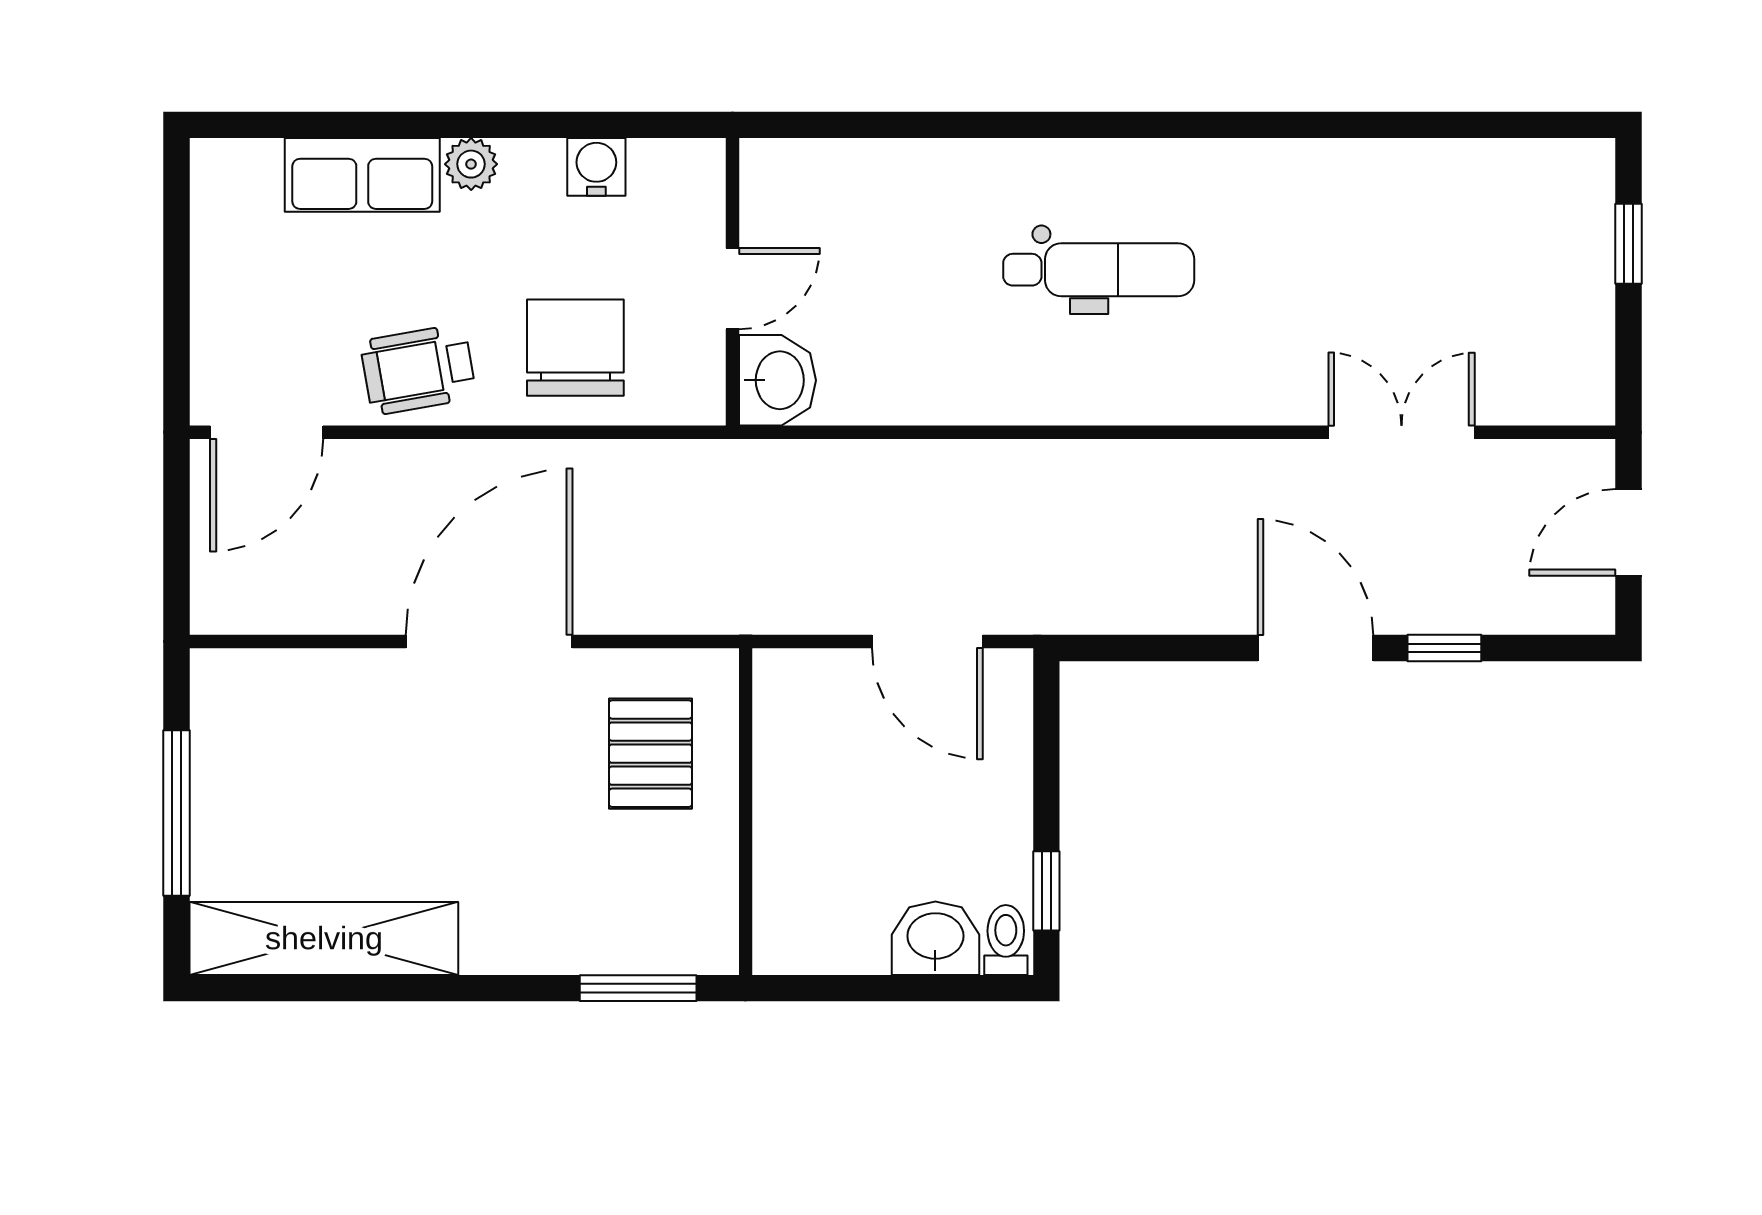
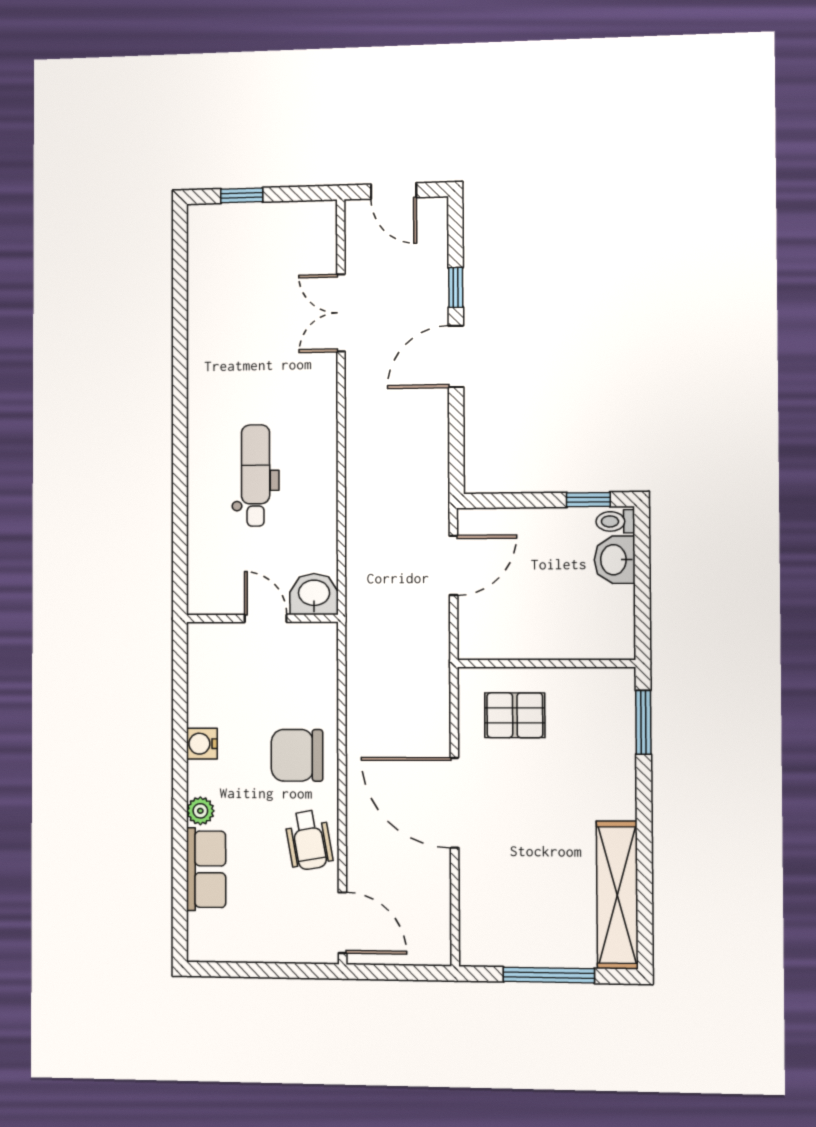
wall: (732, 282) -> (262, 618), moved
door: (732, 289) -> (266, 618), moved
washbasin: (777, 380) -> (314, 594), moved

